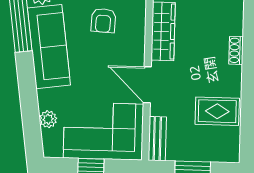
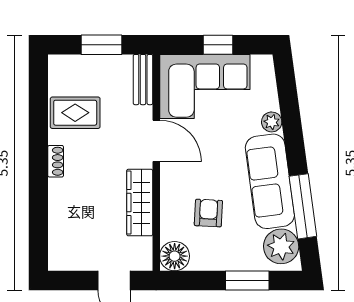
shoe rack: (236, 50) -> (56, 161), moved
plant: (48, 119) -> (272, 122), moved

